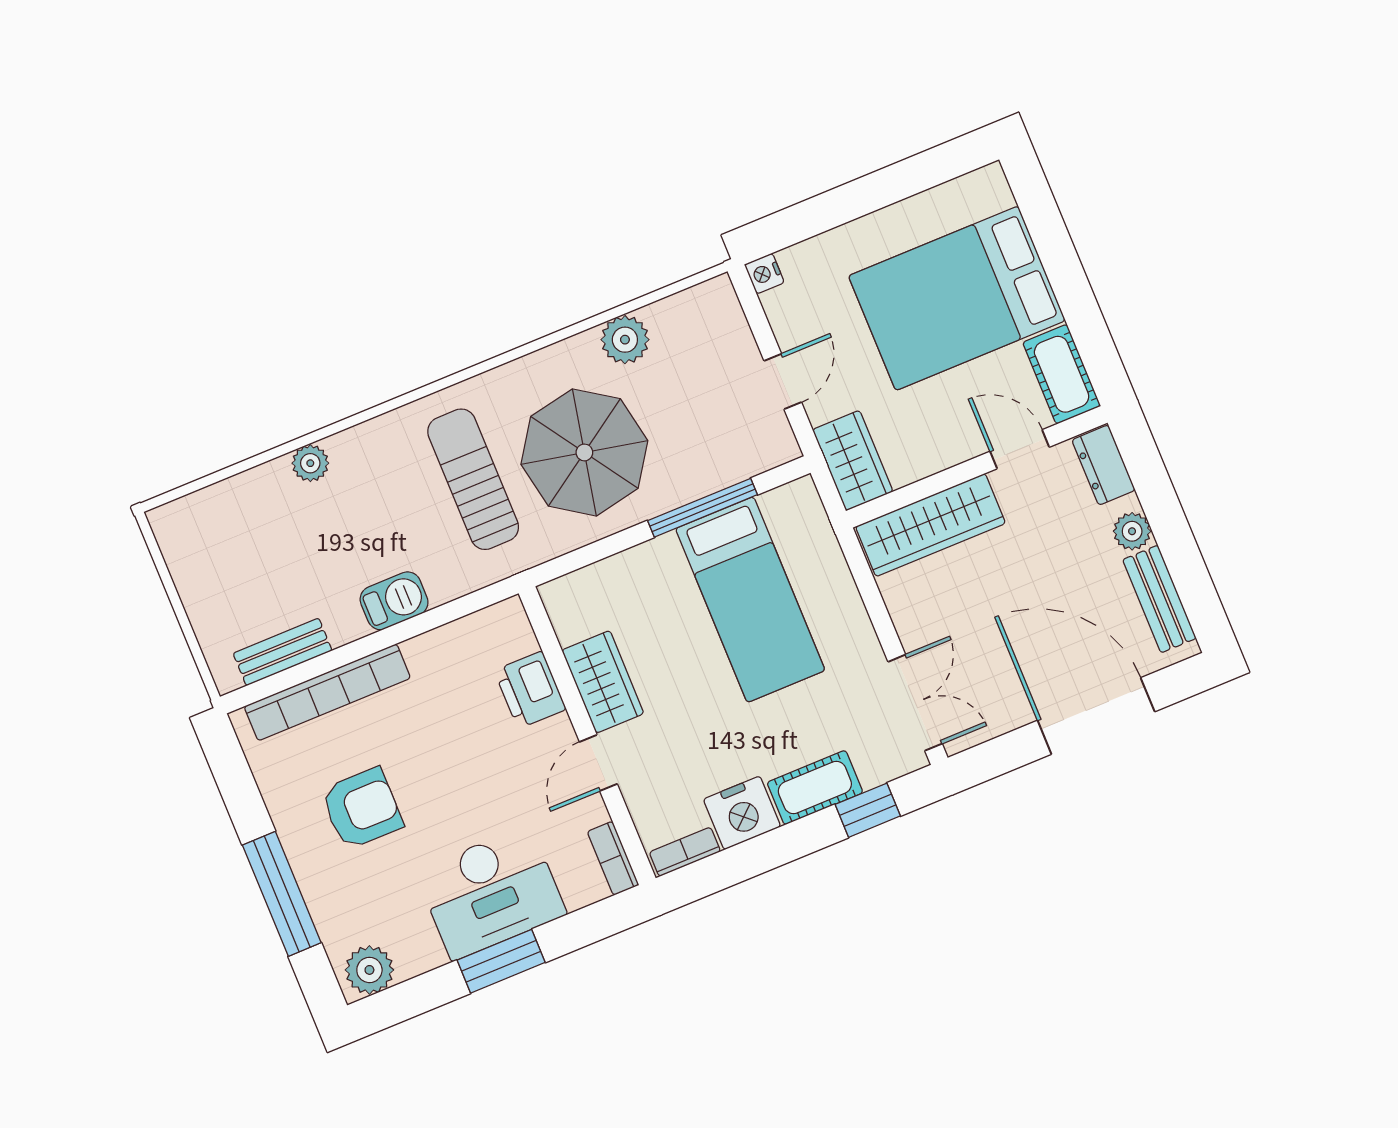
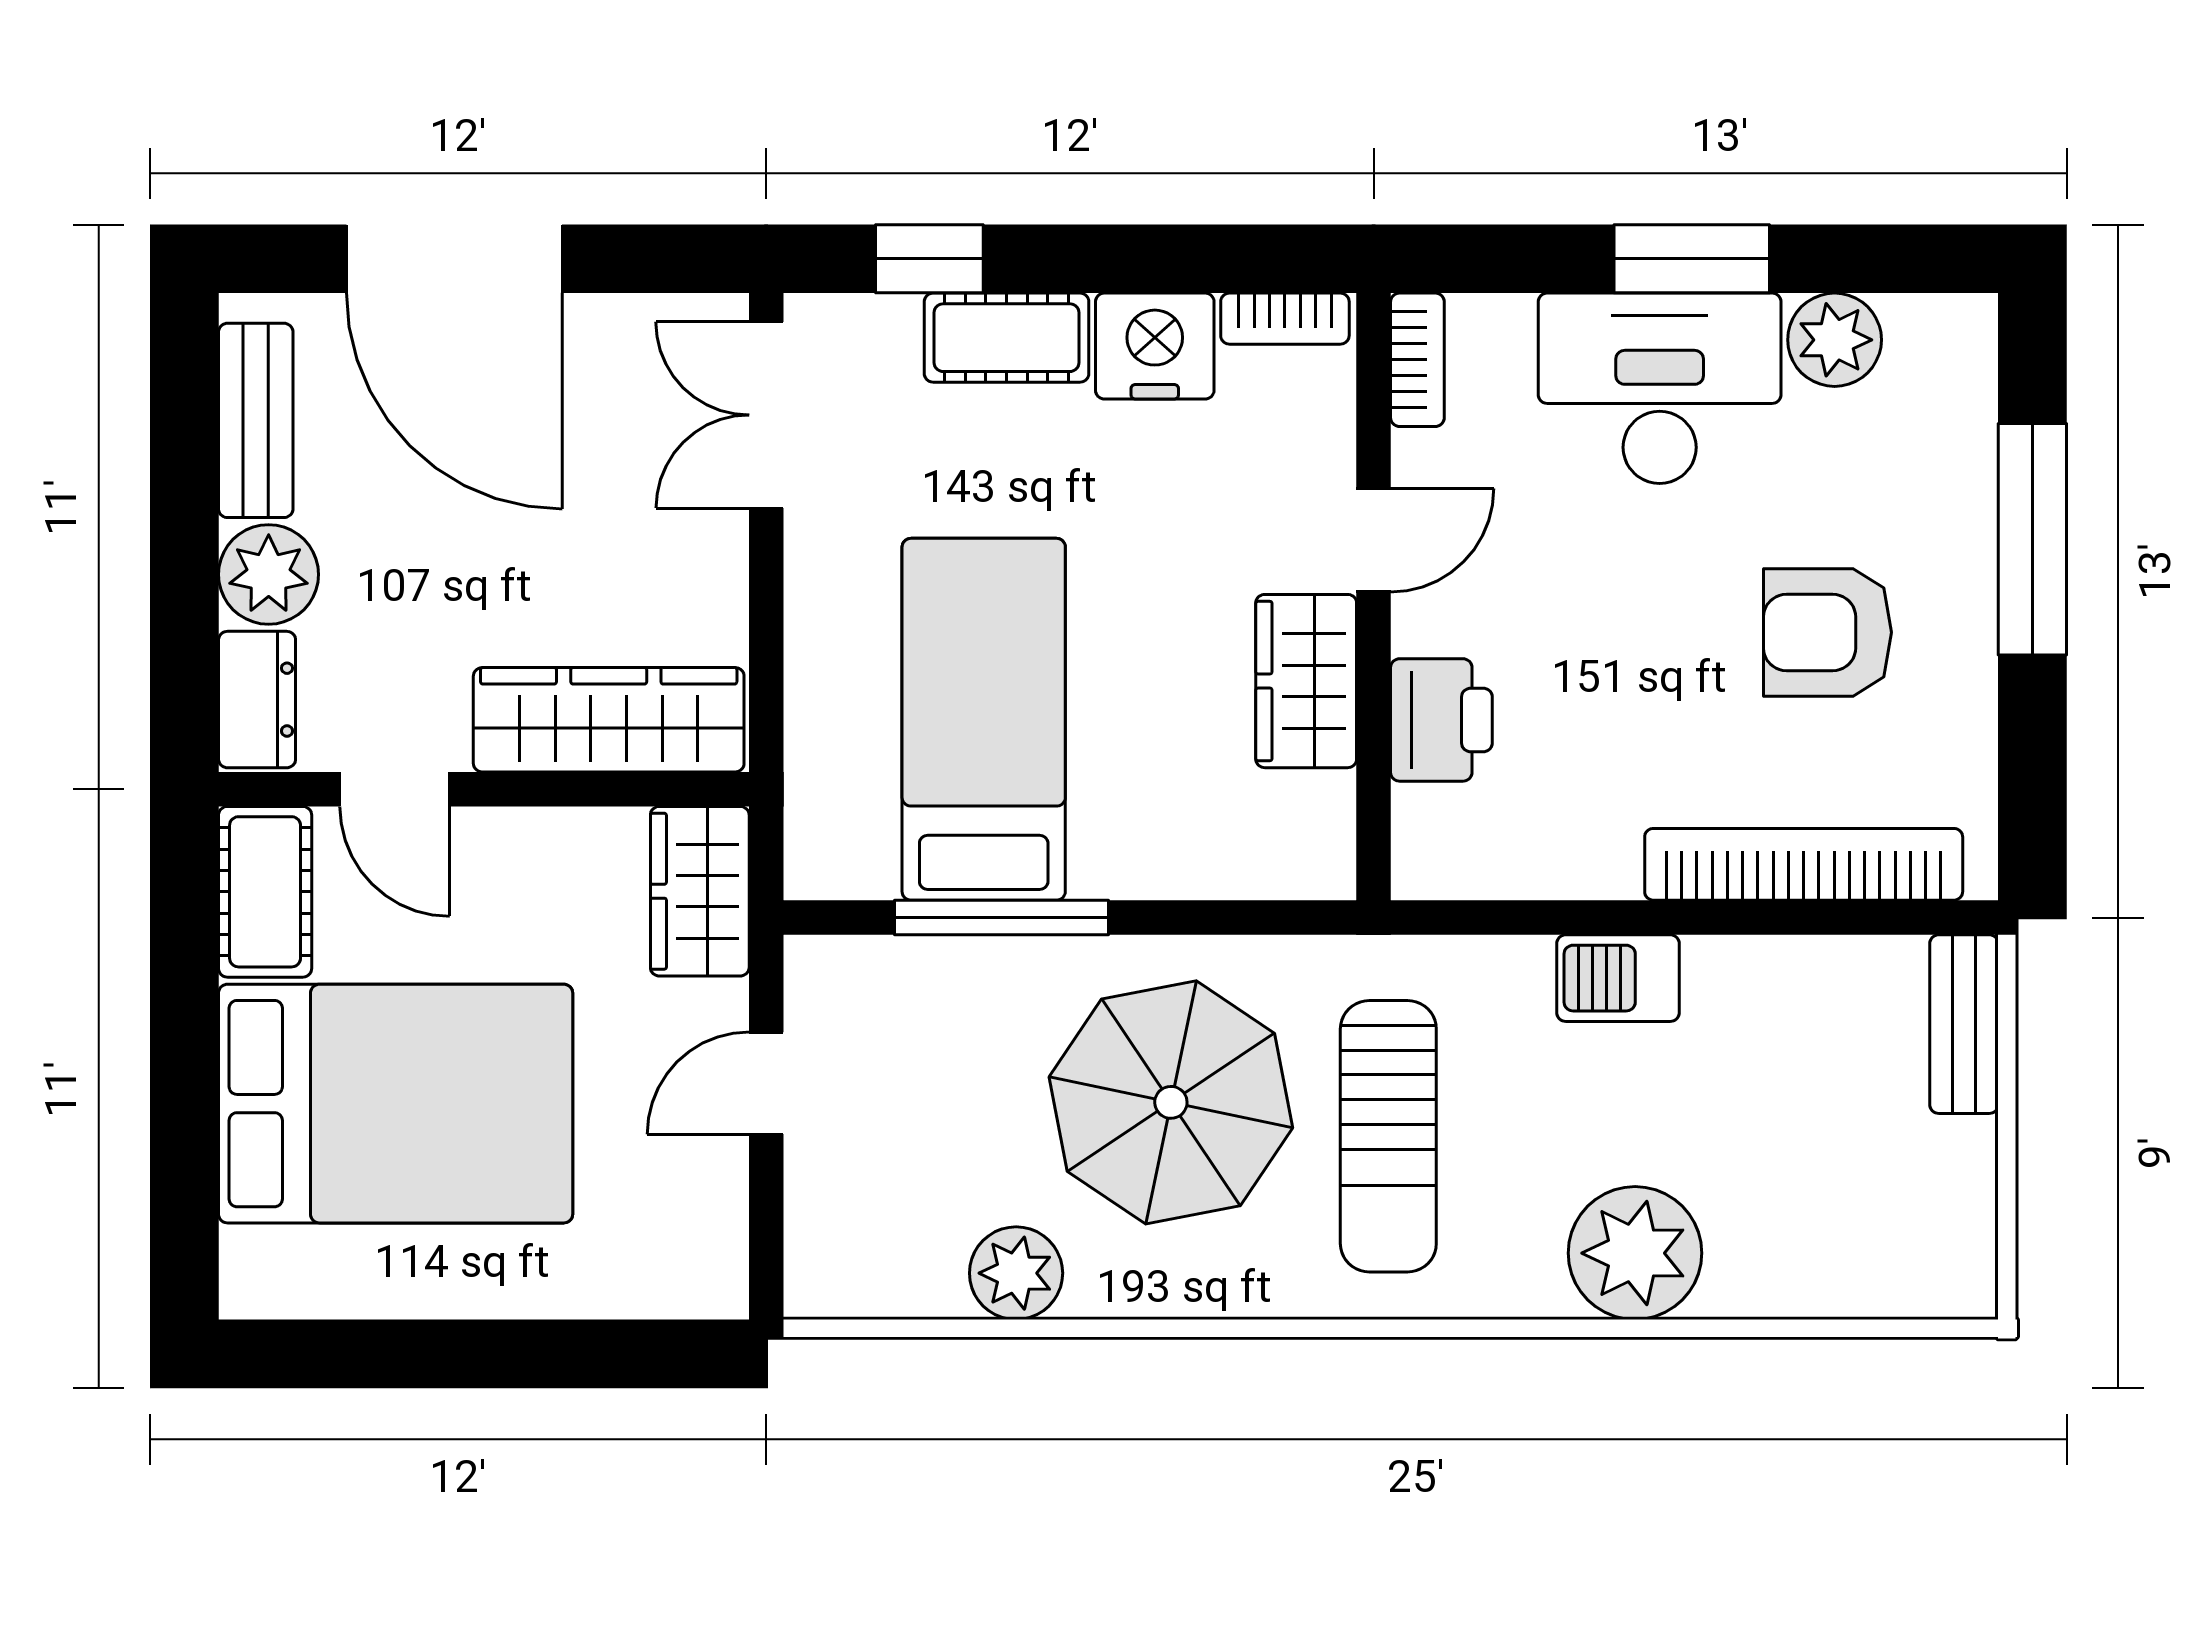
nightstand: (764, 274) -> (720, 1289), removed
plant: (310, 463) -> (1635, 1253), width x1.88, depth x1.88
plant: (1132, 531) -> (269, 574), width x1.38, depth x1.38
bench: (283, 652) -> (1964, 1024), moved, turned 90
plant: (369, 970) -> (1835, 340), moved

